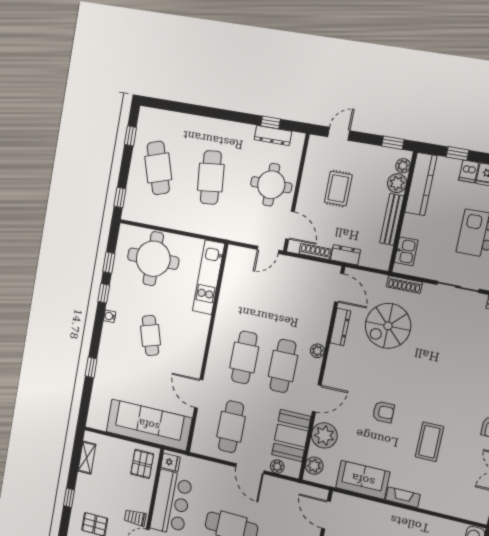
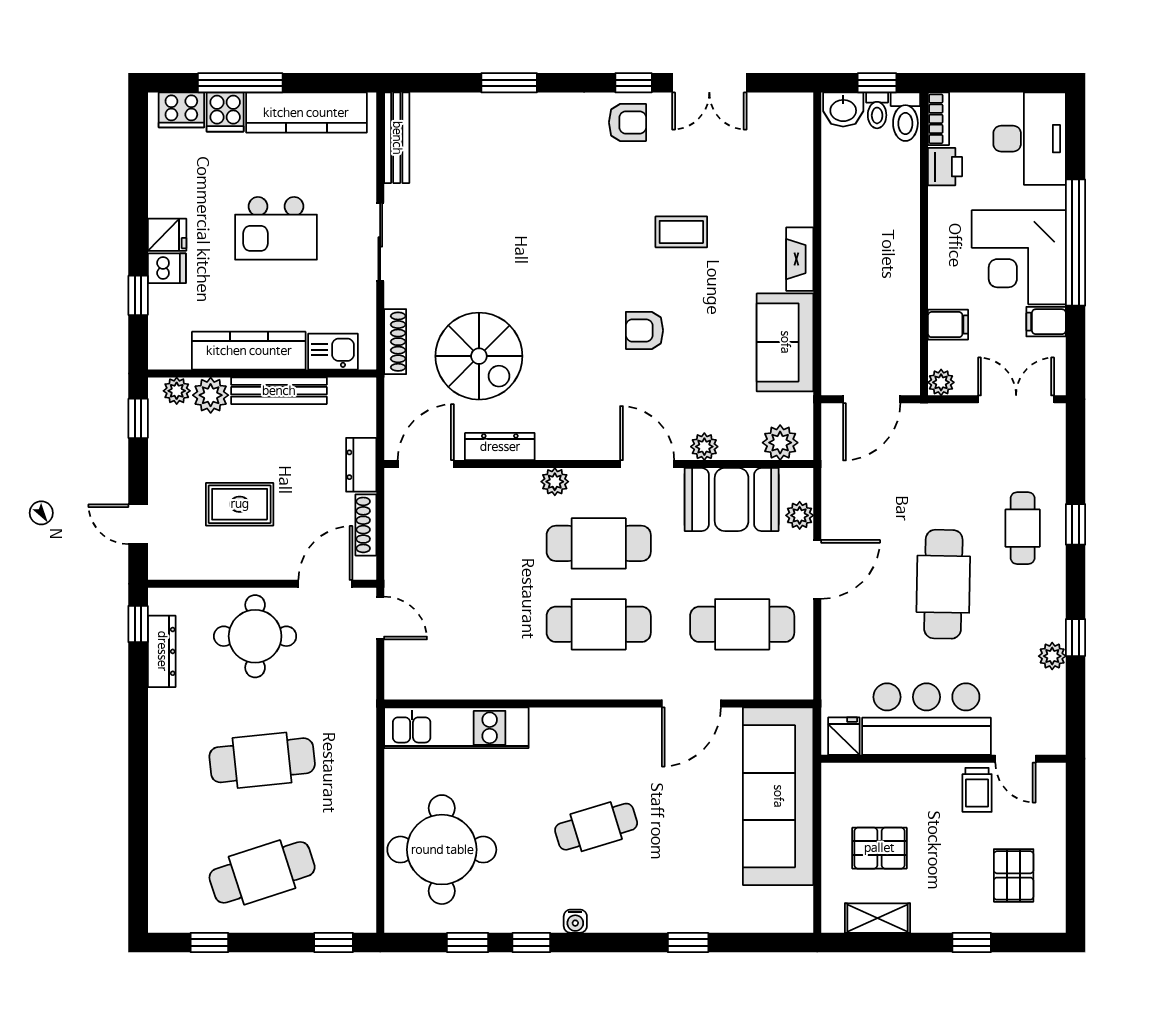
window: (271, 122) -> (138, 624), moved
kitchen counter: (421, 184) -> (249, 351), moved
armchair: (383, 412) -> (644, 330), turned -90
plant: (324, 435) -> (704, 447), width x0.53, depth x0.53
coffee table: (429, 442) -> (681, 232), width x0.73, depth x0.77
pallet: (142, 464) -> (879, 848), moved

